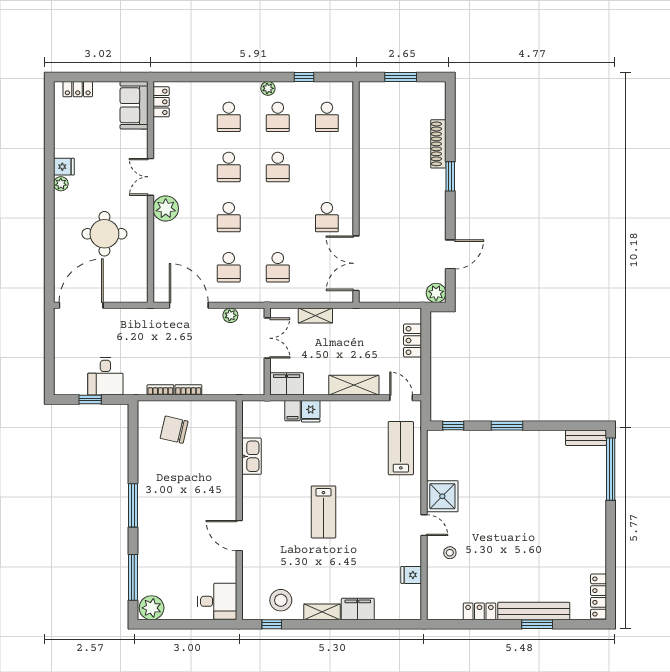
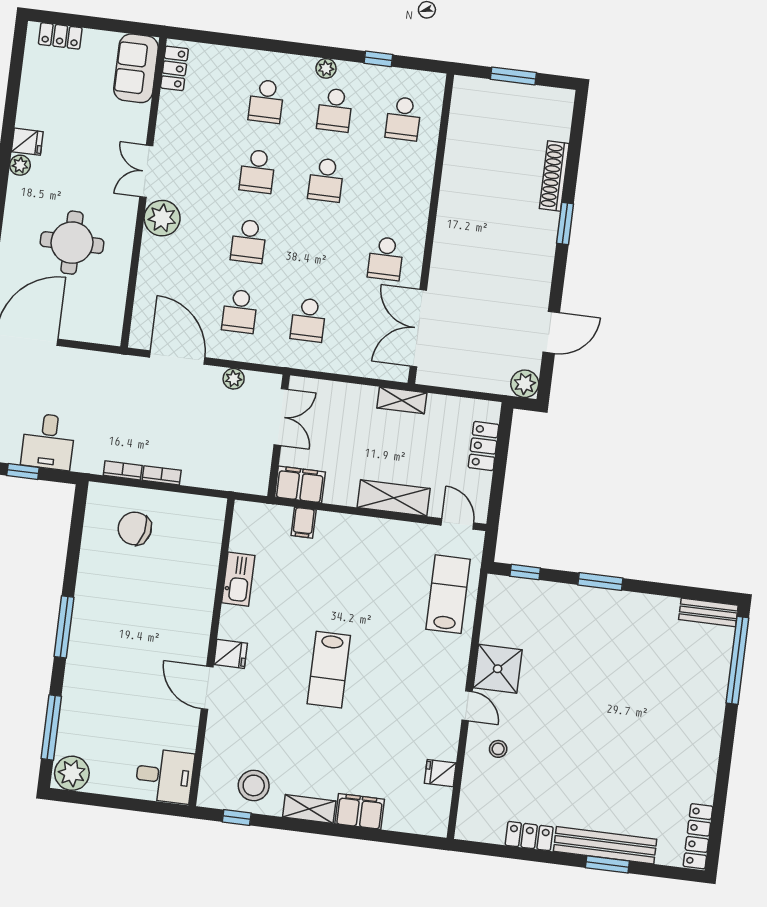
shelving: (315, 316) -> (402, 400), moved
fridge: (311, 411) -> (231, 654), moved, turned -90

